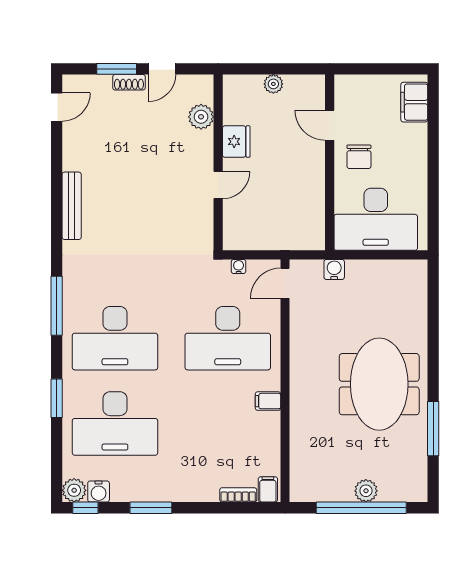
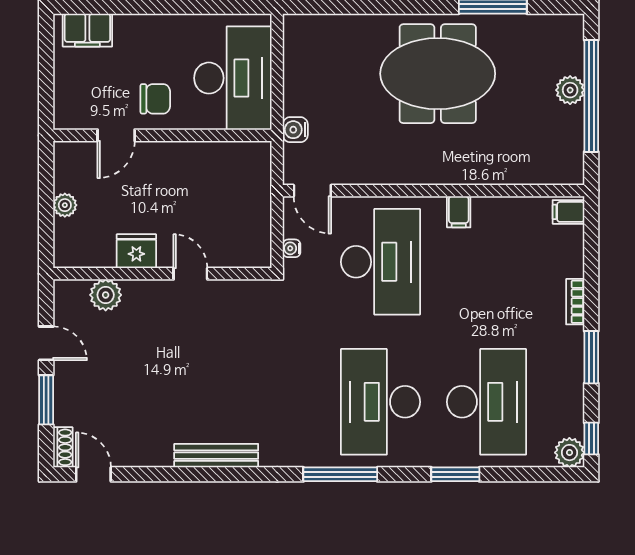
shoe rack: (129, 82) -> (63, 447), moved
desk: (115, 338) -> (381, 402), turned 180
water cooler: (99, 492) -> (571, 422), removed
bookcase: (238, 495) -> (575, 302), moved

